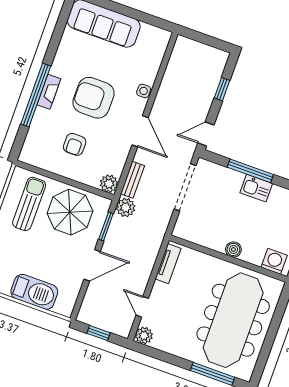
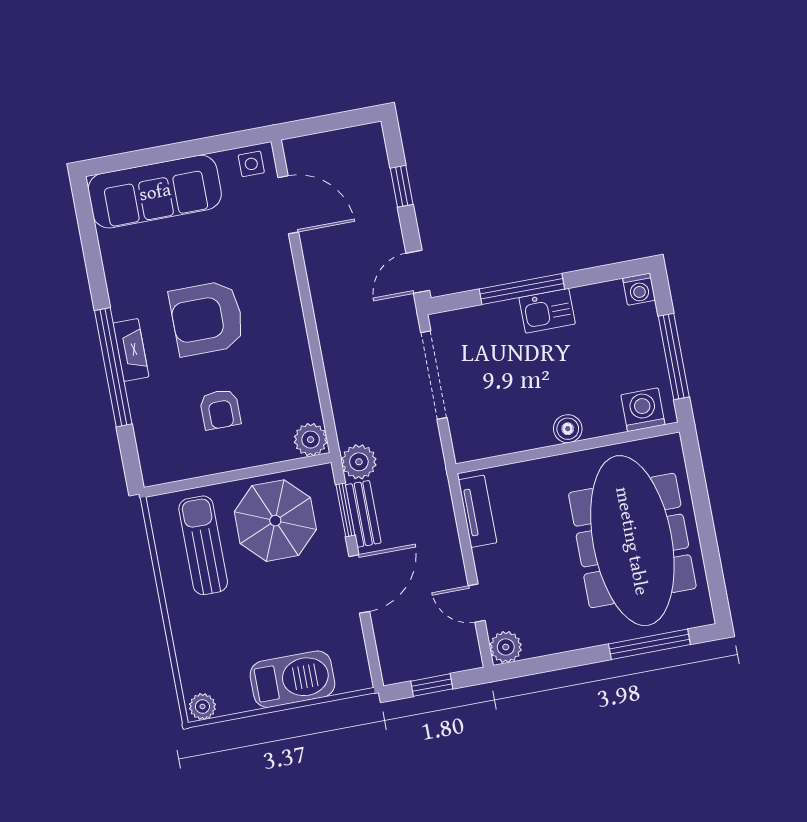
side table: (144, 91) -> (251, 164), moved
door: (140, 131) -> (288, 205), moved
bench: (133, 180) -> (363, 514), moved

